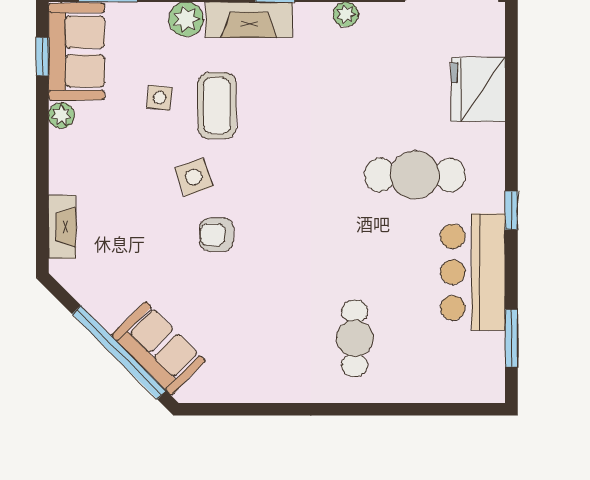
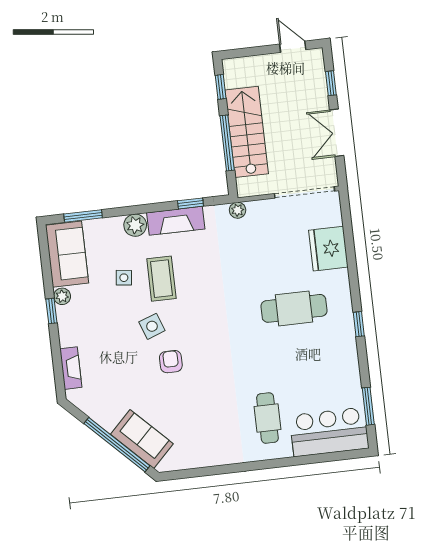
window: (42, 57) -> (51, 311), moved
armchair: (217, 235) -> (171, 362), turned 90
bar counter: (473, 272) -> (329, 432), moved, turned 90

